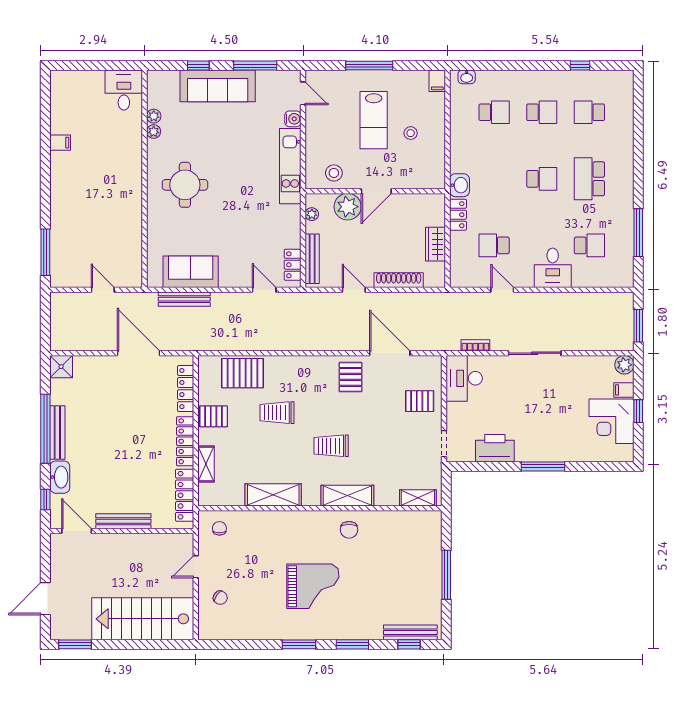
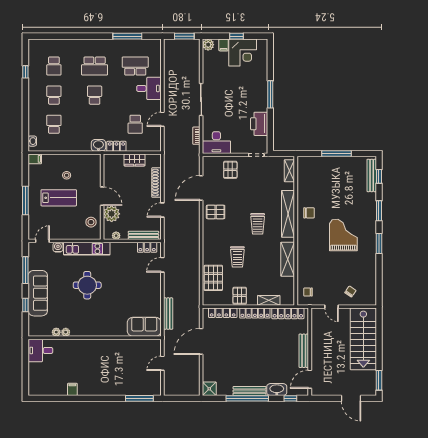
round table: (185, 185) -> (87, 285), moved
school desk: (589, 245) -> (135, 66), width x1.85
sofa: (191, 272) -> (144, 327), moved, turned 90
shelving: (347, 496) -> (288, 214), width x1.47

